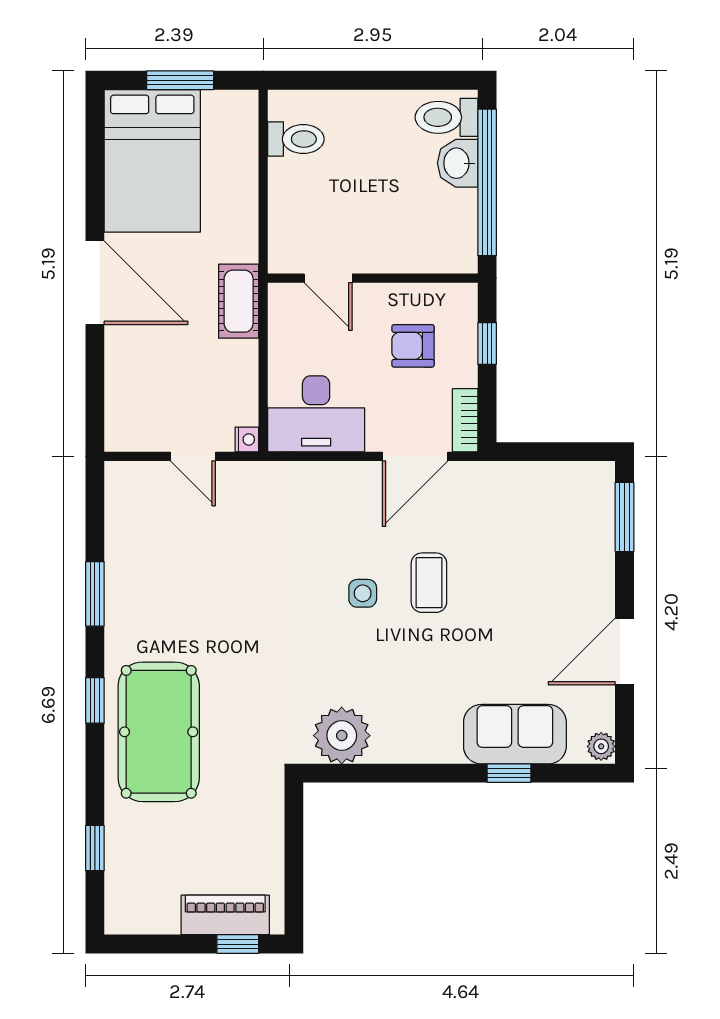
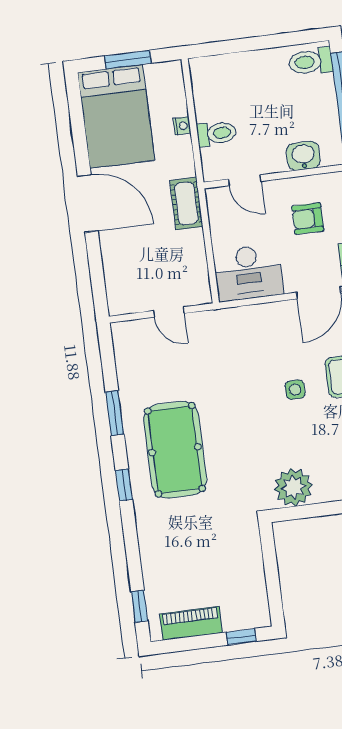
toilet: (296, 139) -> (217, 133), moved
washbasin: (458, 163) -> (303, 156), moved, turned 90
nightstand: (247, 439) -> (182, 126), moved
pool table: (159, 732) -> (175, 450), moved
window: (95, 848) -> (139, 606), moved
piano: (225, 915) -> (191, 623), moved

